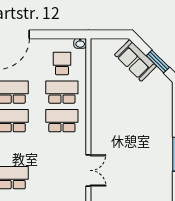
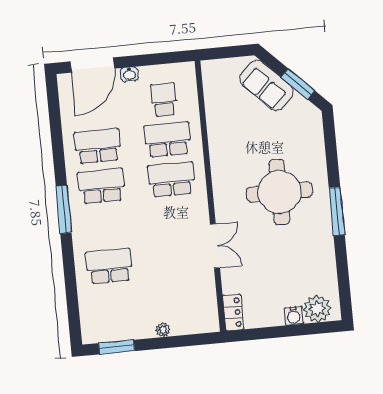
washbasin: (80, 43) -> (129, 74), moved
round table: (137, 137) -> (279, 192), added

